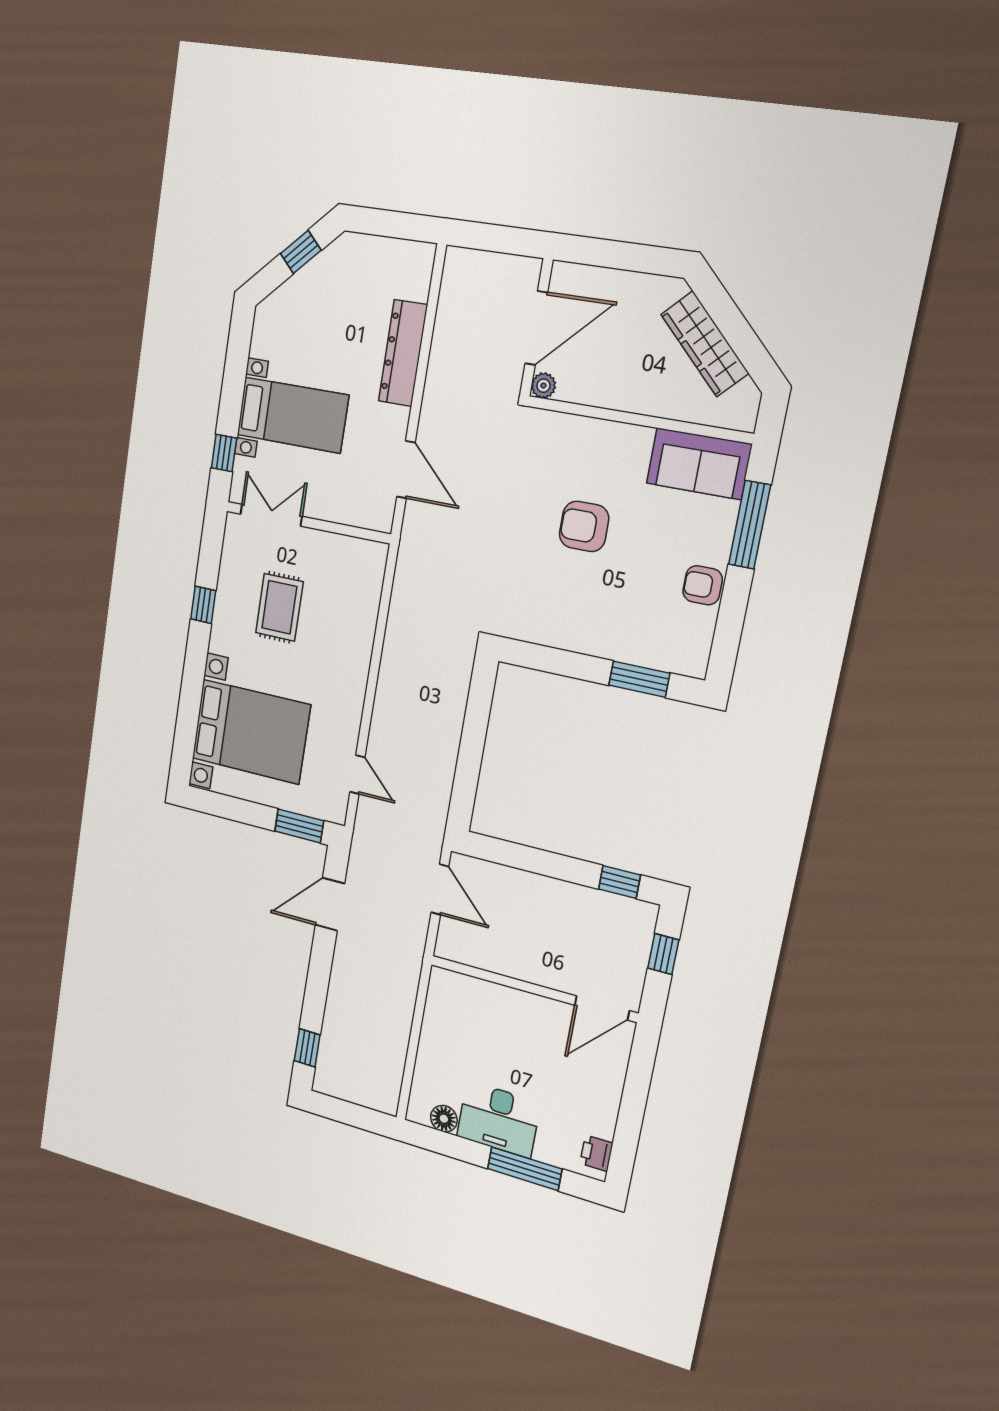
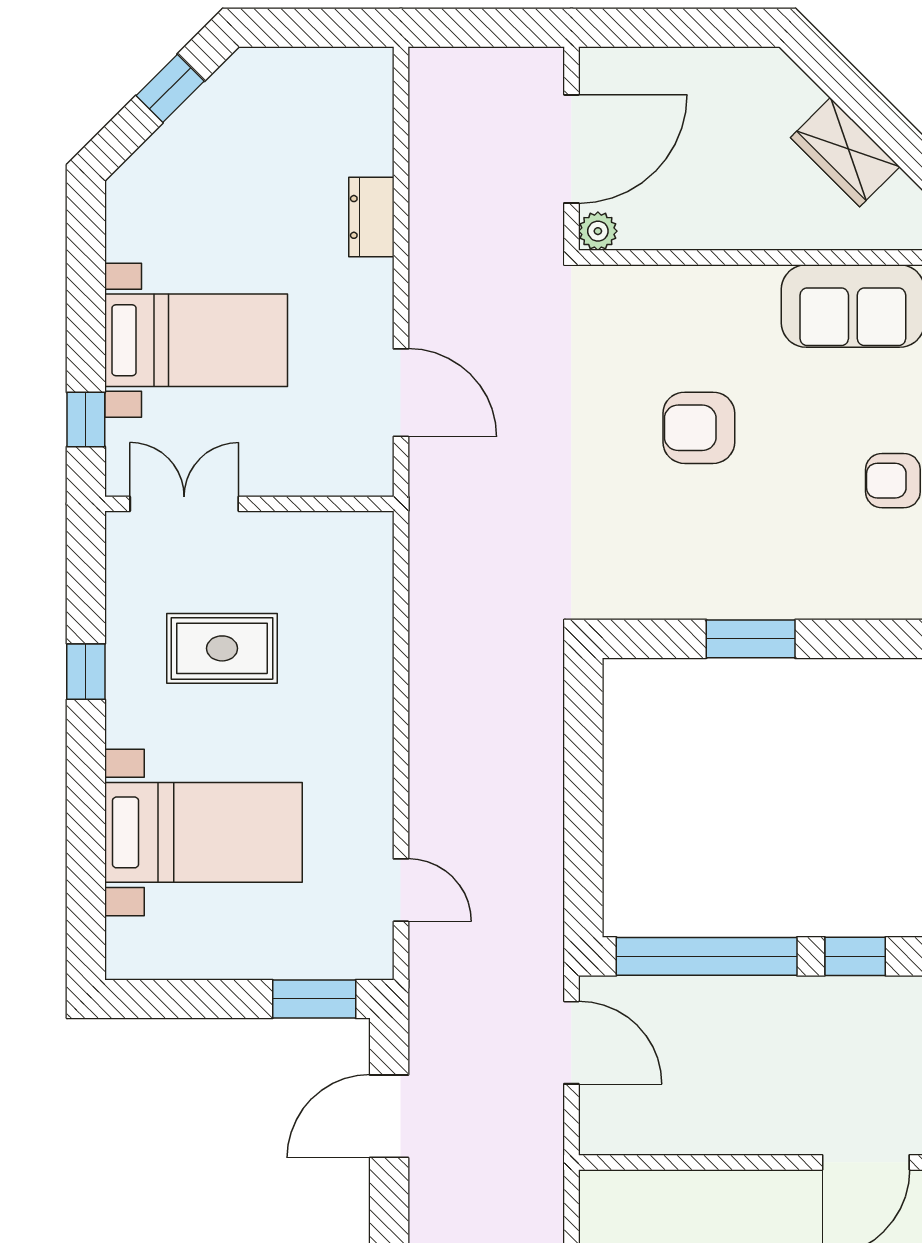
wardrobe: (705, 344) -> (845, 152), width x0.67
dresser: (403, 353) -> (371, 217), width x0.51, depth x0.80
rug: (279, 607) -> (222, 648), turned 90
window: (639, 679) -> (751, 639), moved
bed with nightstands: (251, 732) -> (203, 832), width x0.73
window: (529, 859) -> (707, 956), added

